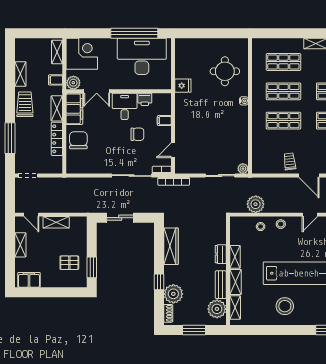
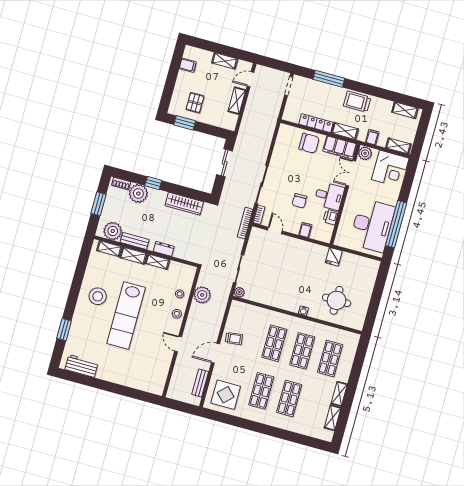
shelving: (20, 74) -> (405, 110), moved
trolley: (25, 104) -> (357, 102), turned 180
filing cabinet: (29, 280) -> (188, 65), width x0.50

